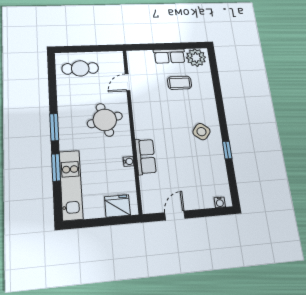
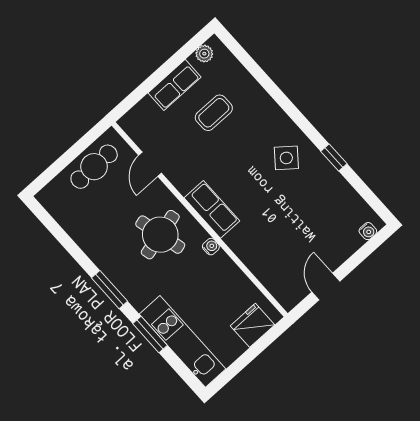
plant: (196, 58) -> (204, 54), width x0.53, depth x0.53
cafe table: (80, 68) -> (94, 167), moved
row of seats: (146, 156) -> (212, 209), moved
water cooler: (129, 161) -> (211, 247), moved

